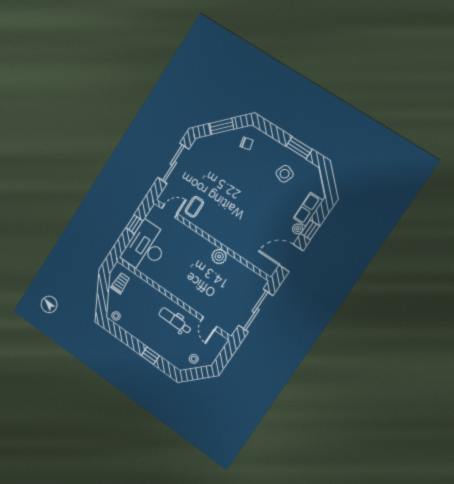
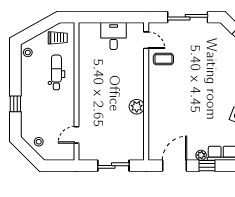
window: (134, 224) -> (115, 17), removed
desk: (146, 247) -> (114, 36), width x0.53, depth x0.77
door: (291, 258) -> (175, 166), hinge flipped
sliding door: (256, 311) -> (113, 166), width x0.73
dental chair: (175, 321) -> (56, 72), moved

